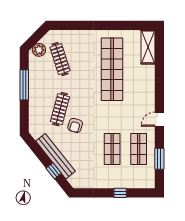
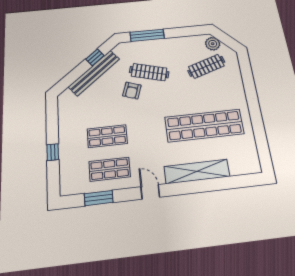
shelving: (148, 47) -> (197, 171), moved, width x1.47
window: (24, 85) -> (147, 35), moved
armchair: (75, 125) -> (132, 91), turned -87
window: (54, 171) -> (95, 57), moved

